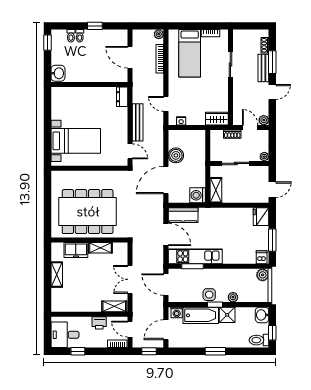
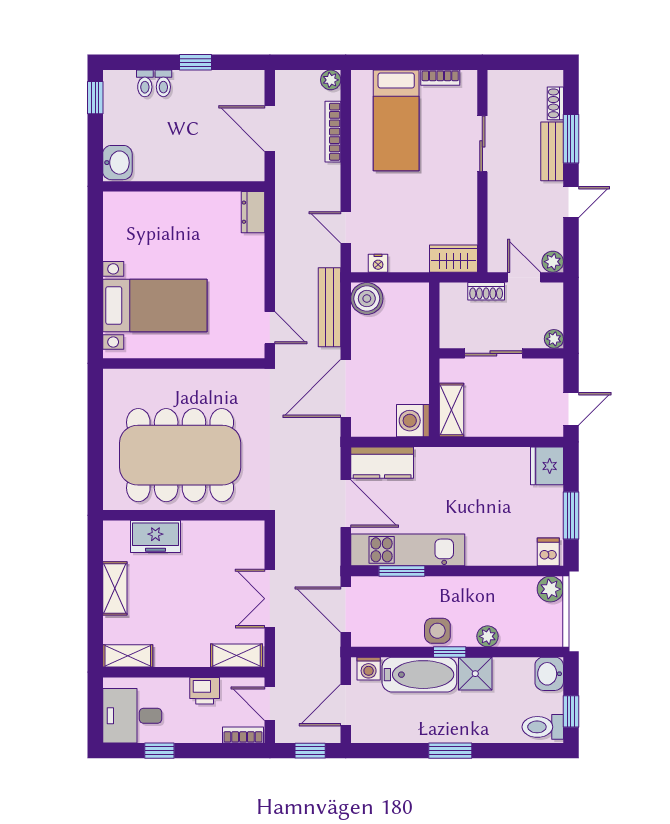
bench: (138, 122) -> (330, 307), moved
boiler: (176, 155) -> (367, 299), moved
shelving: (100, 248) -> (128, 656), moved

